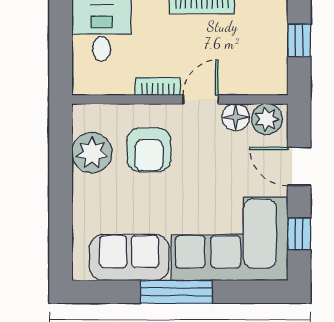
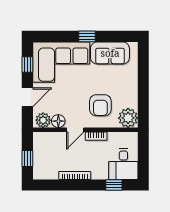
armchair: (149, 150) -> (100, 105), turned 180
plant: (92, 153) -> (128, 118), moved
door: (299, 166) -> (27, 97), hinge flipped
window: (176, 292) -> (87, 36), width x0.46

